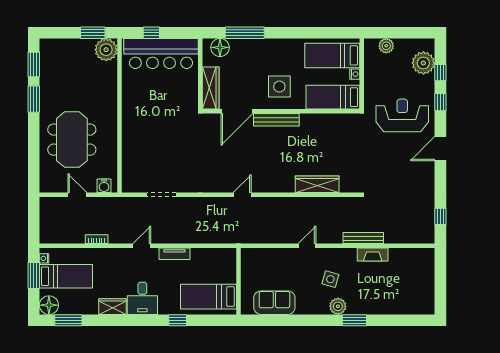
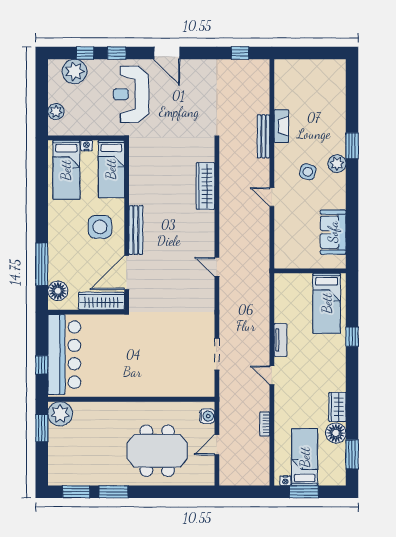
door: (237, 111) -> (127, 272), swing flipped
desk: (142, 298) -> (328, 375), removed
floor lamp: (49, 305) -> (336, 433), moved

